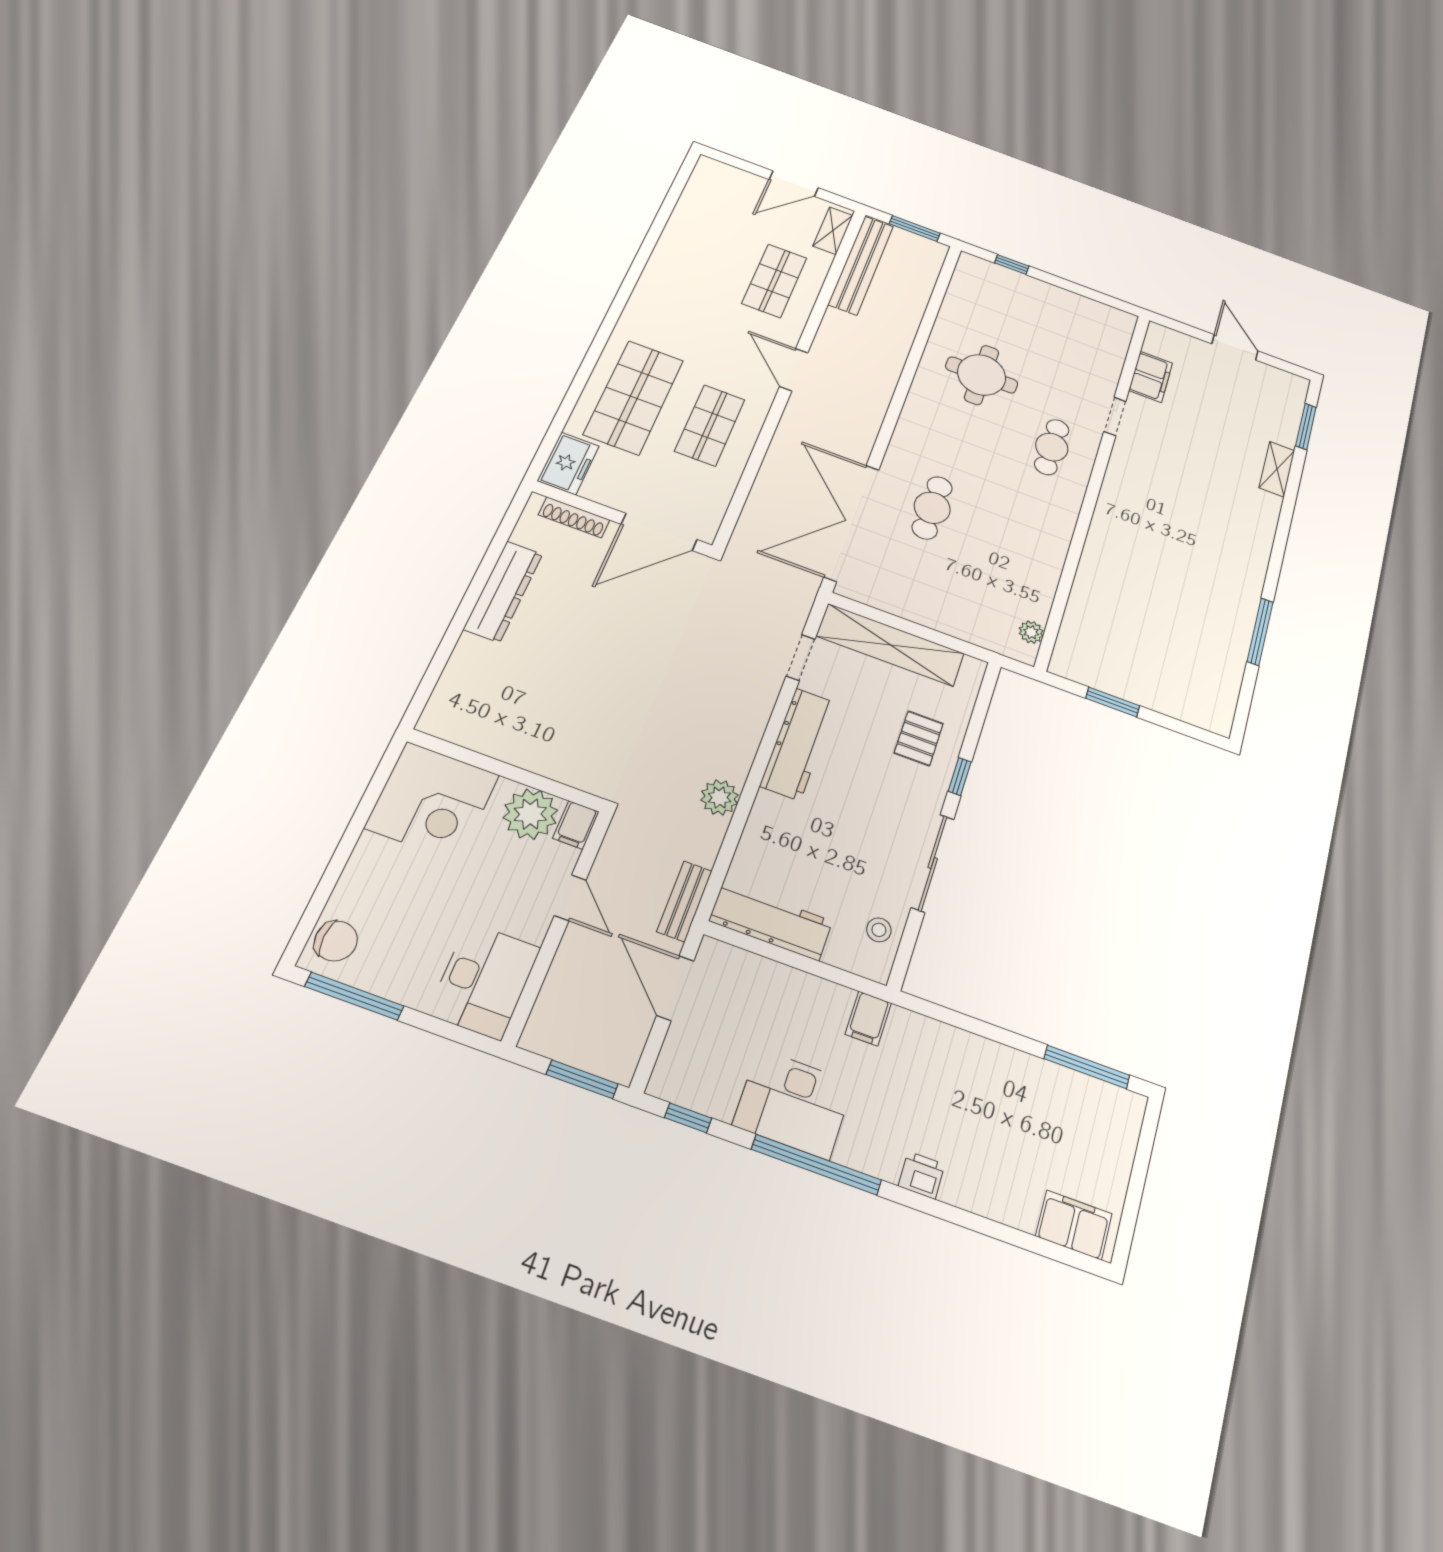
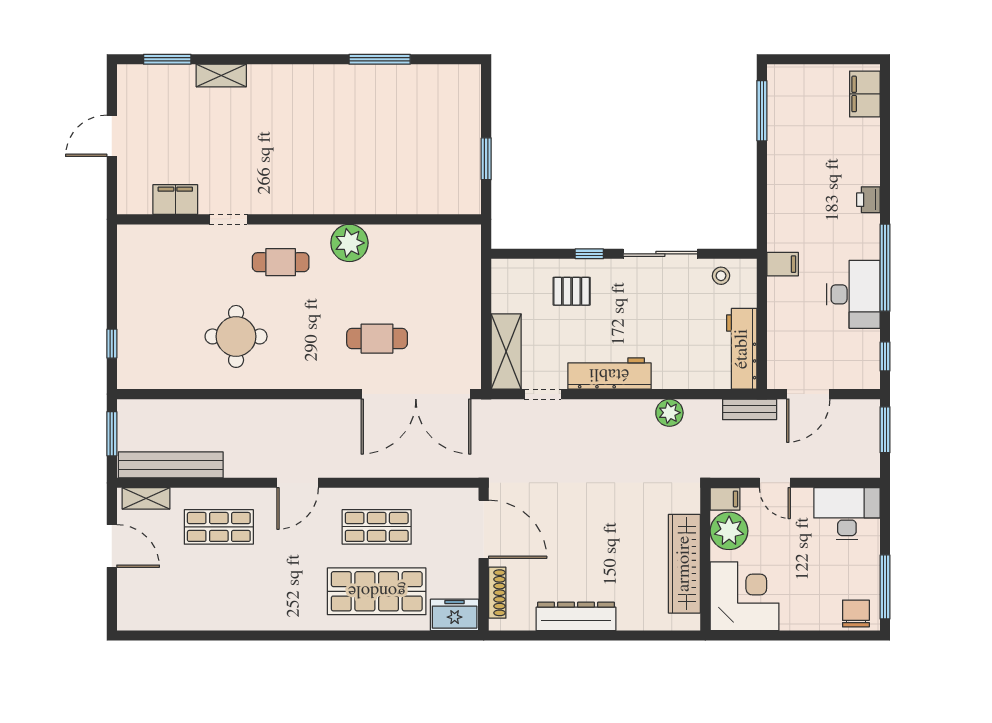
plant: (1031, 632) -> (349, 243), moved, width x1.88, depth x1.88
shelving: (890, 645) -> (506, 352), width x0.68
wardrobe: (512, 742) -> (684, 564), added
door: (570, 898) -> (775, 483), swing flipped

